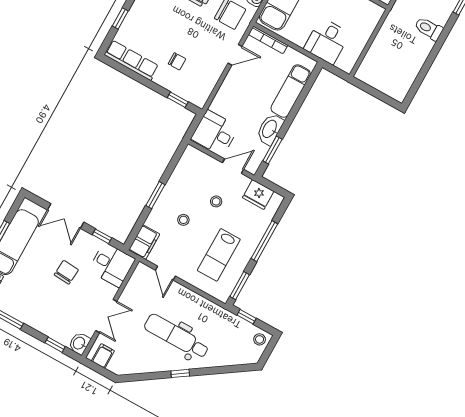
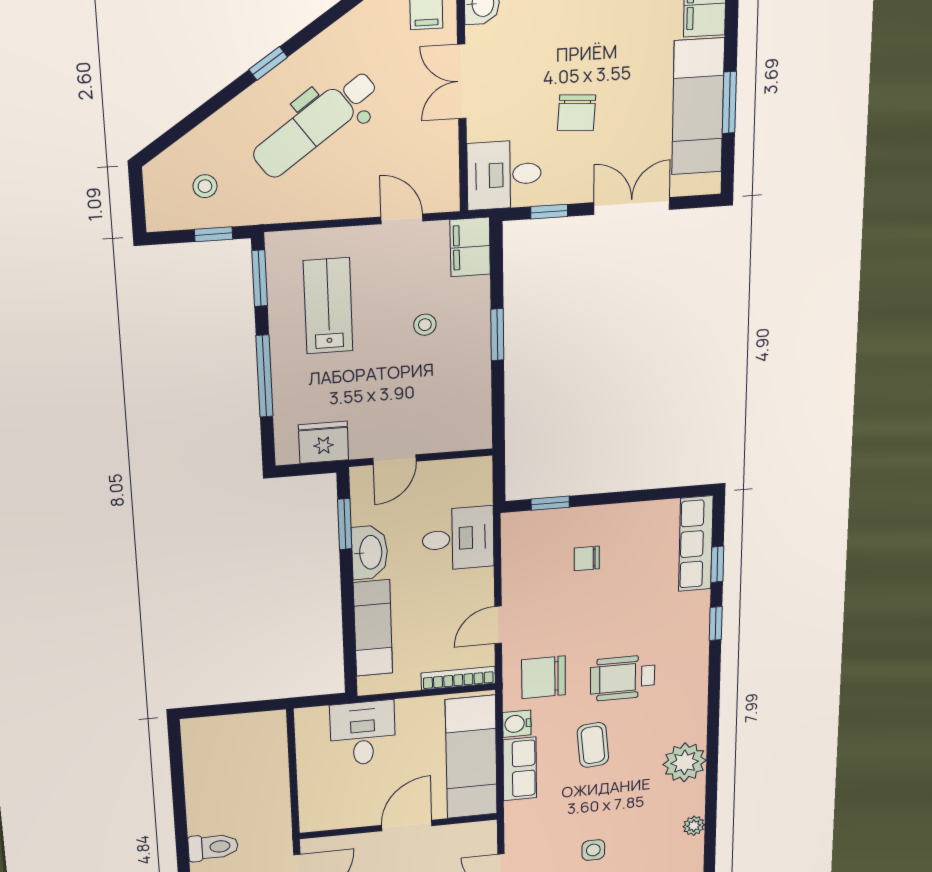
row of seats: (131, 60) -> (696, 544), moved, turned 90
desk: (215, 133) -> (458, 539), moved
stool: (216, 201) -> (388, 388), removed
dental chair: (176, 336) -> (315, 124), turned 144
stool: (260, 339) -> (205, 186), moved

